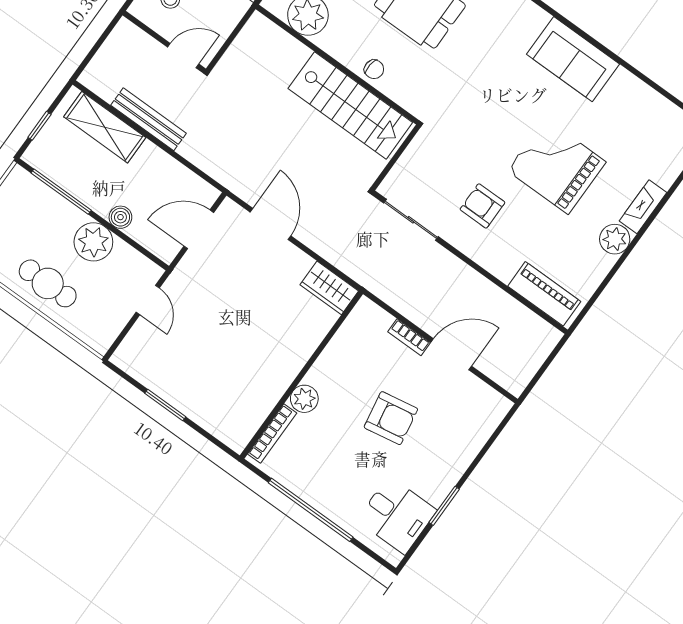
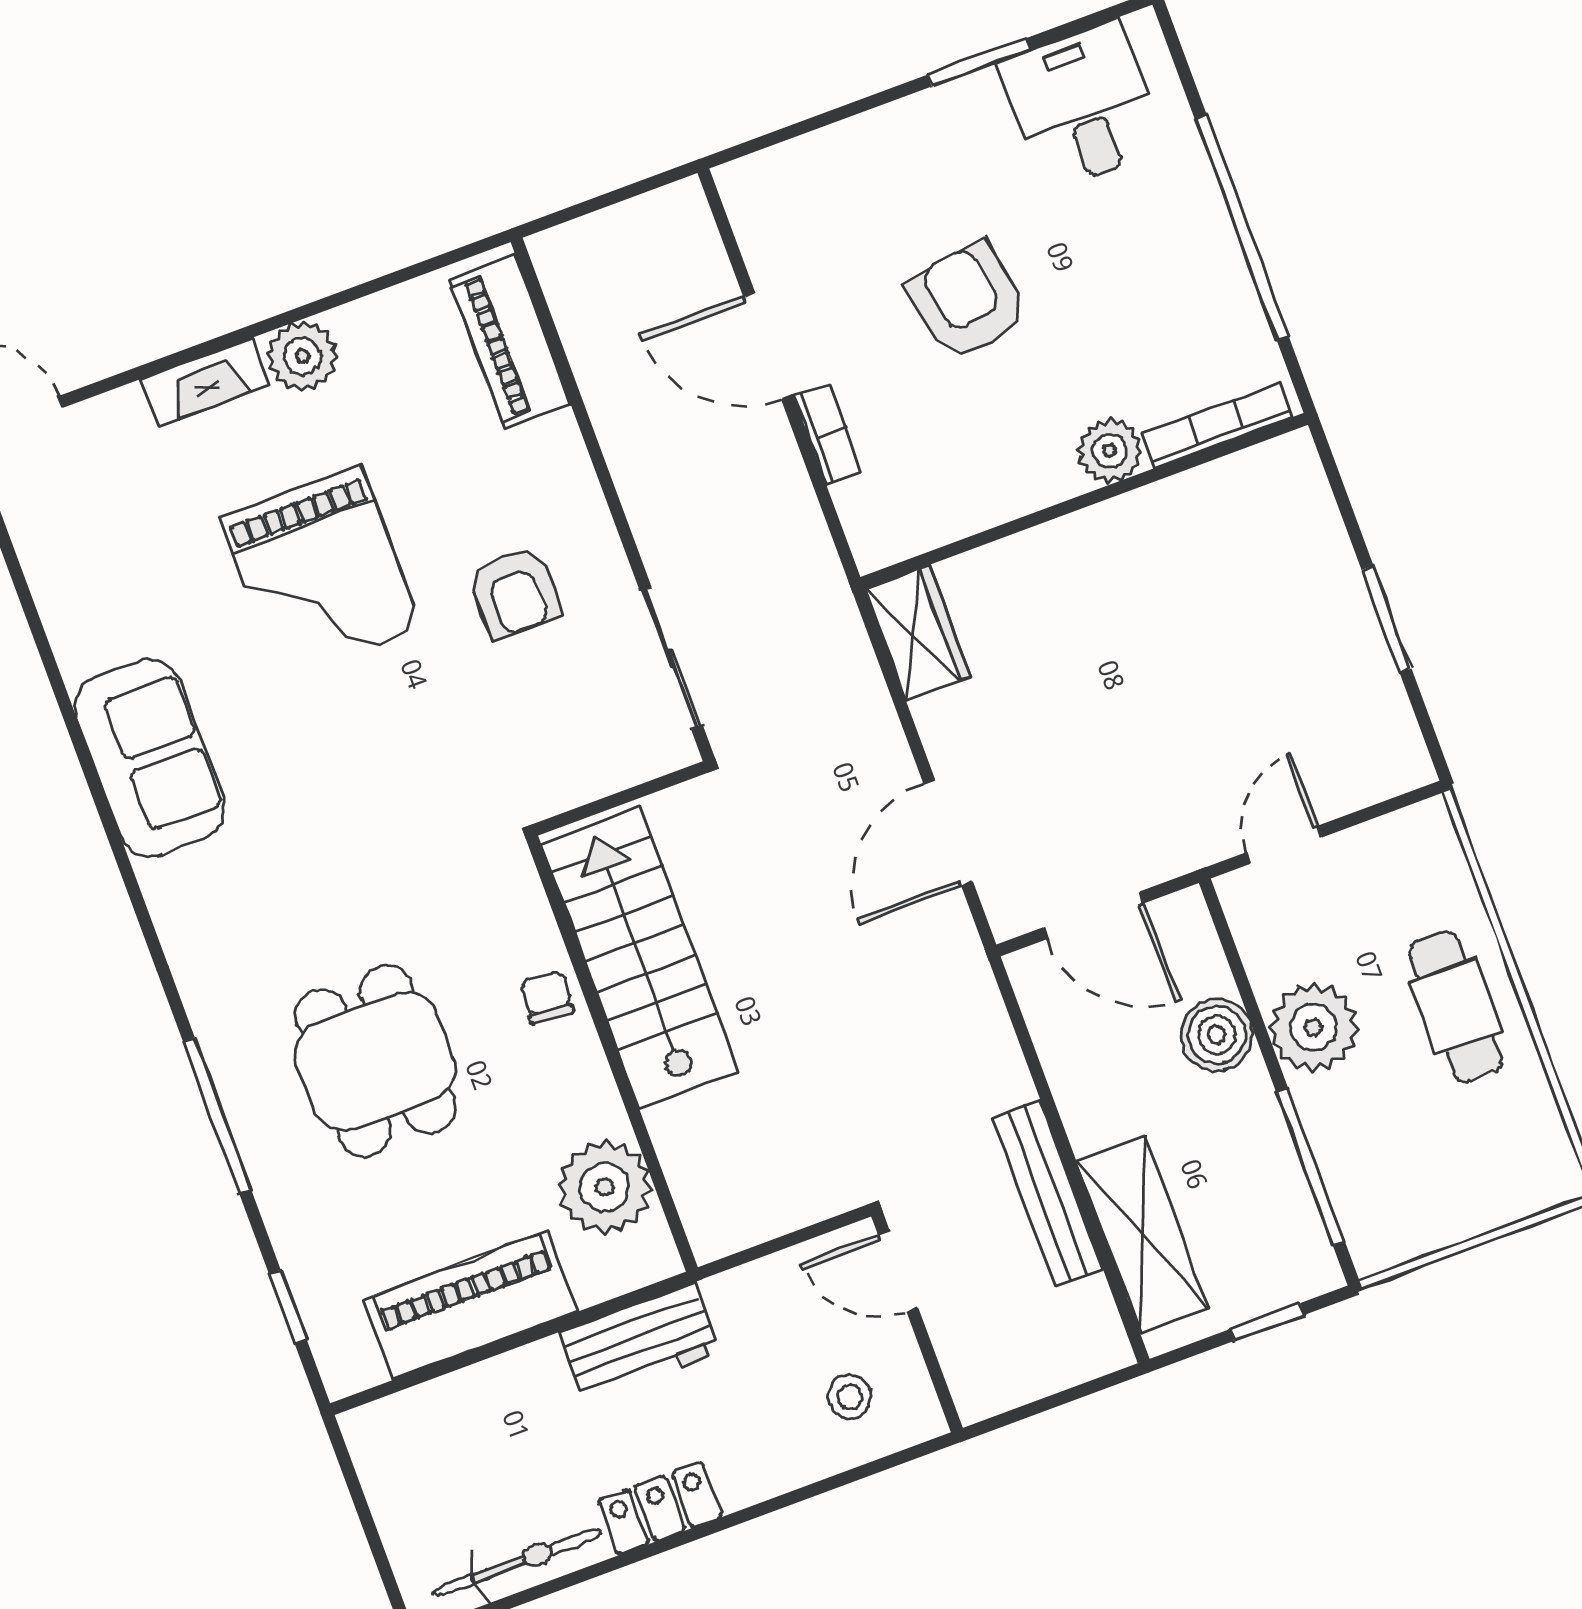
boiler: (120, 217) -> (1217, 1035), width x1.36, depth x1.36

